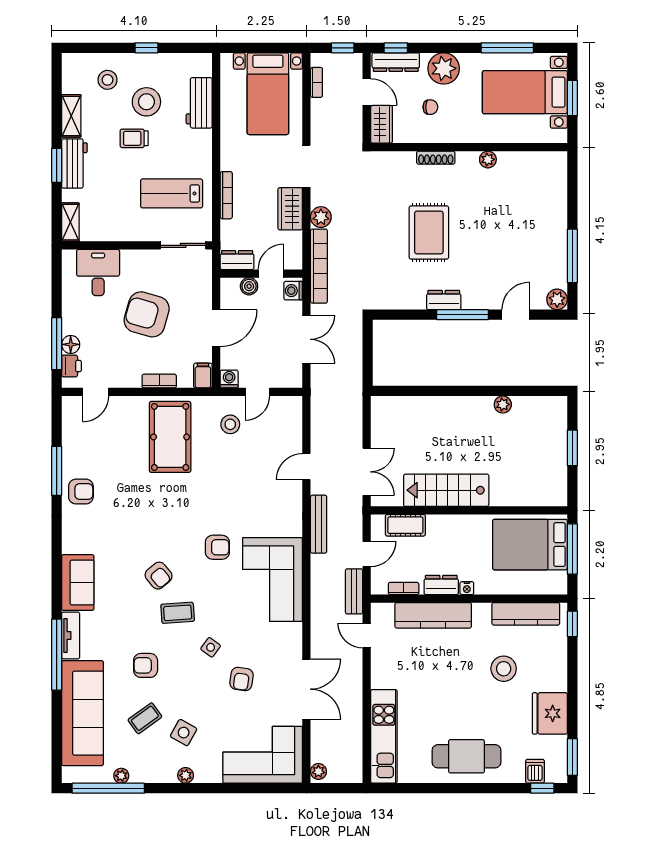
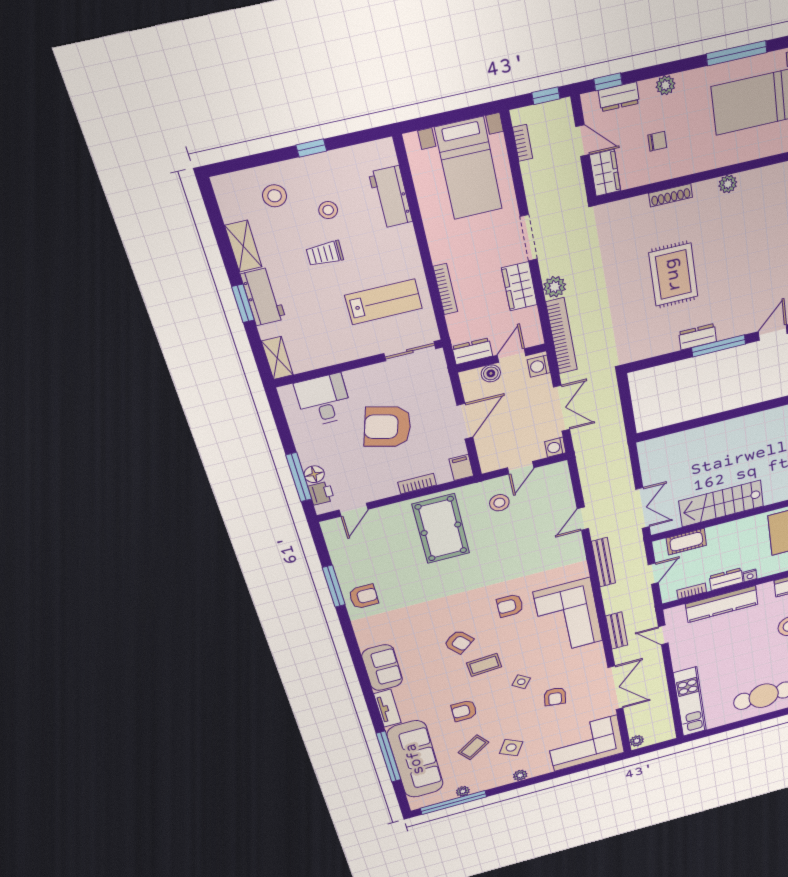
dresser: (396, 62) -> (619, 97), width x0.70
plant: (444, 68) -> (666, 85), width x0.53, depth x0.53
stool: (146, 102) -> (328, 210), width x0.53, depth x0.53
lab bench: (172, 193) -> (384, 302), turned 180
washing machine: (229, 379) -> (555, 447), moved, turned -90
plant: (503, 404) -> (768, 417), removed
armchair: (217, 547) -> (510, 606), turned 180
bench: (354, 591) -> (617, 631), moved
window: (57, 655) -> (389, 757), moved

